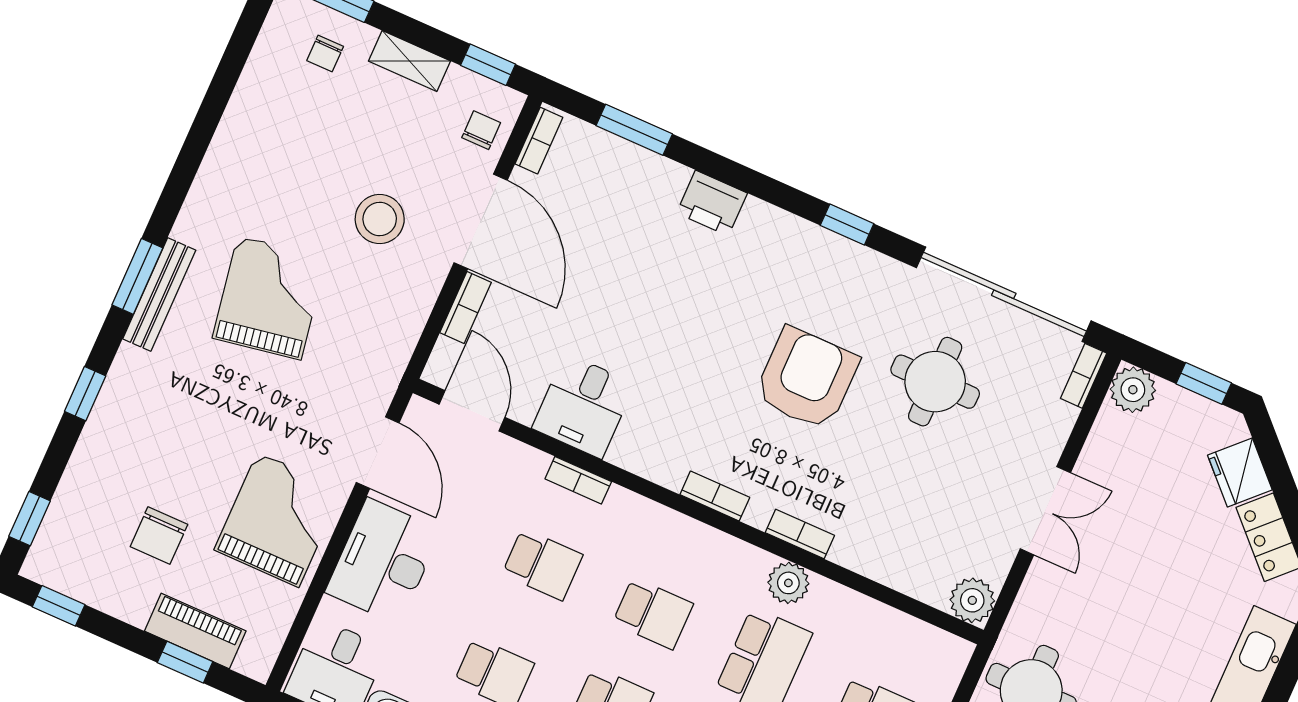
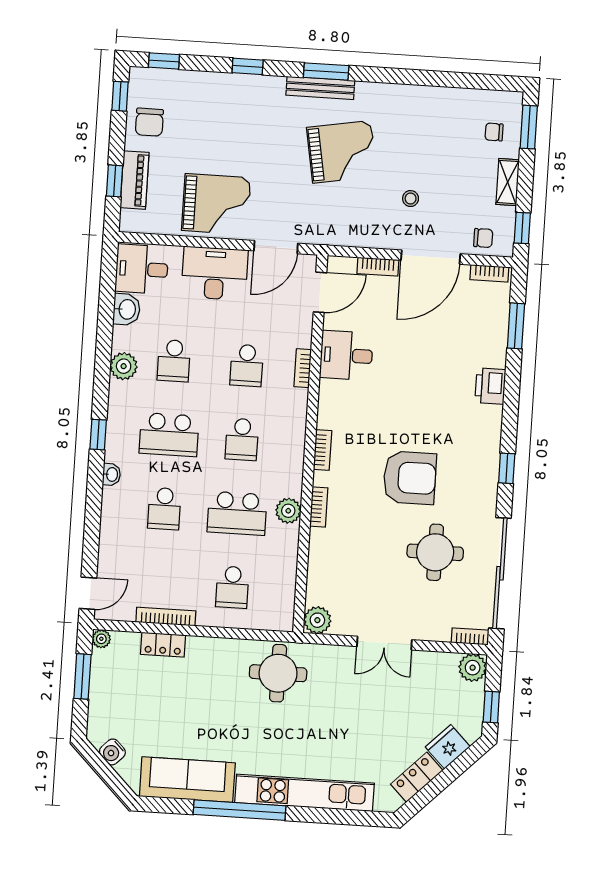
stool: (380, 219) -> (411, 199), width x0.53, depth x0.53
chair: (159, 536) -> (149, 122), moved, turned -90

